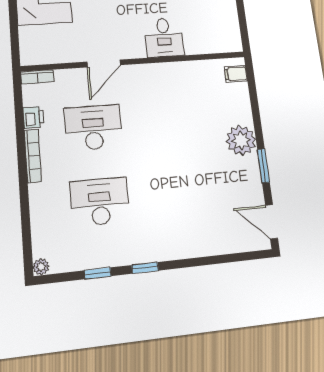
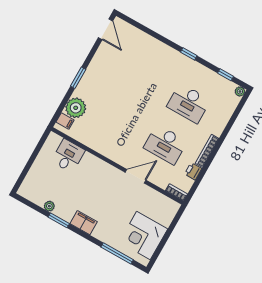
desk: (164, 38) -> (68, 156), moved
plant: (241, 140) -> (76, 108), moved
window: (263, 166) -> (78, 78), moved
window: (98, 273) -> (226, 75), moved

